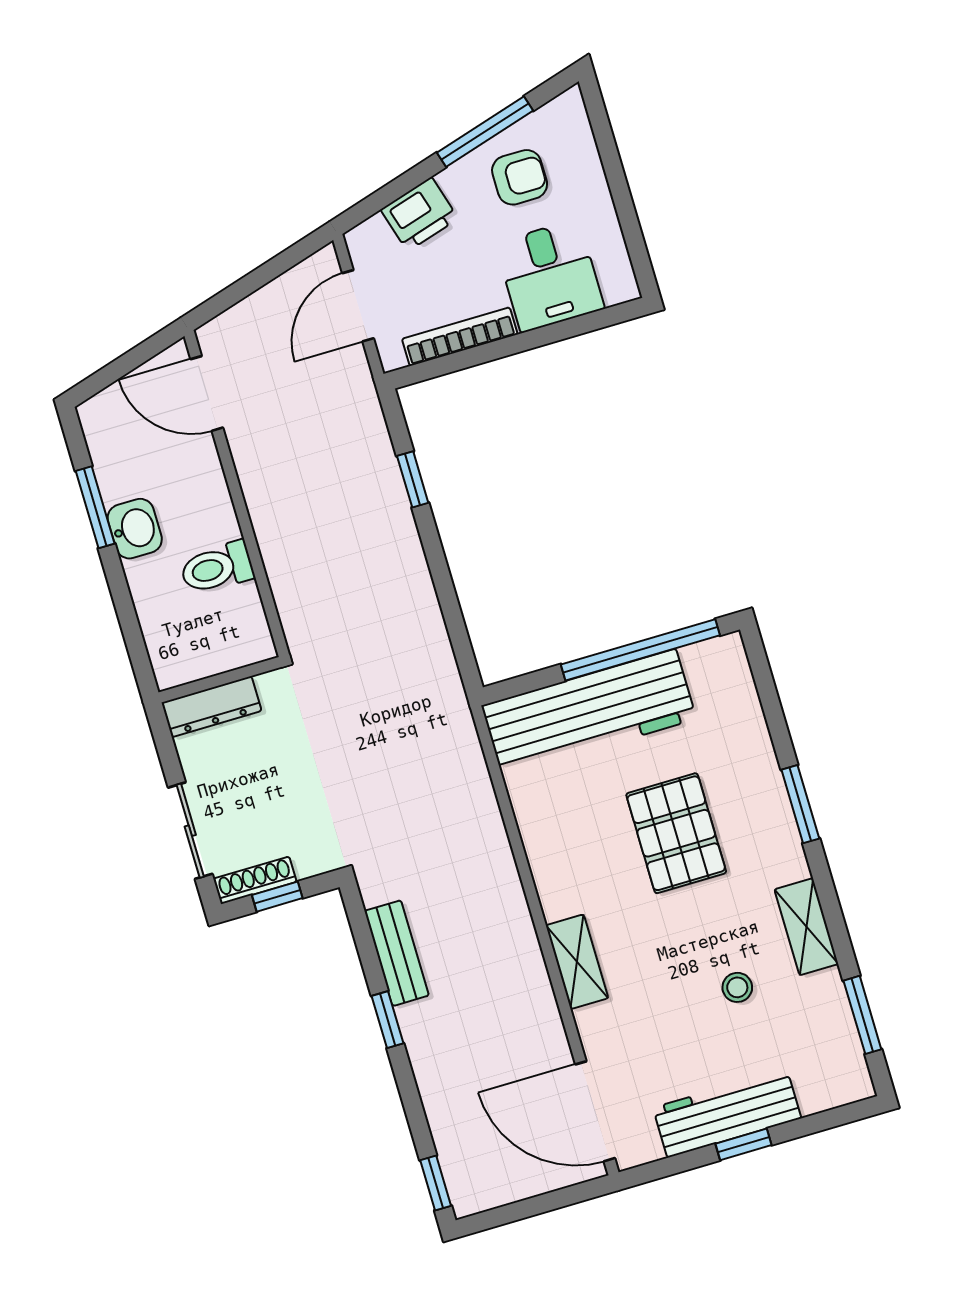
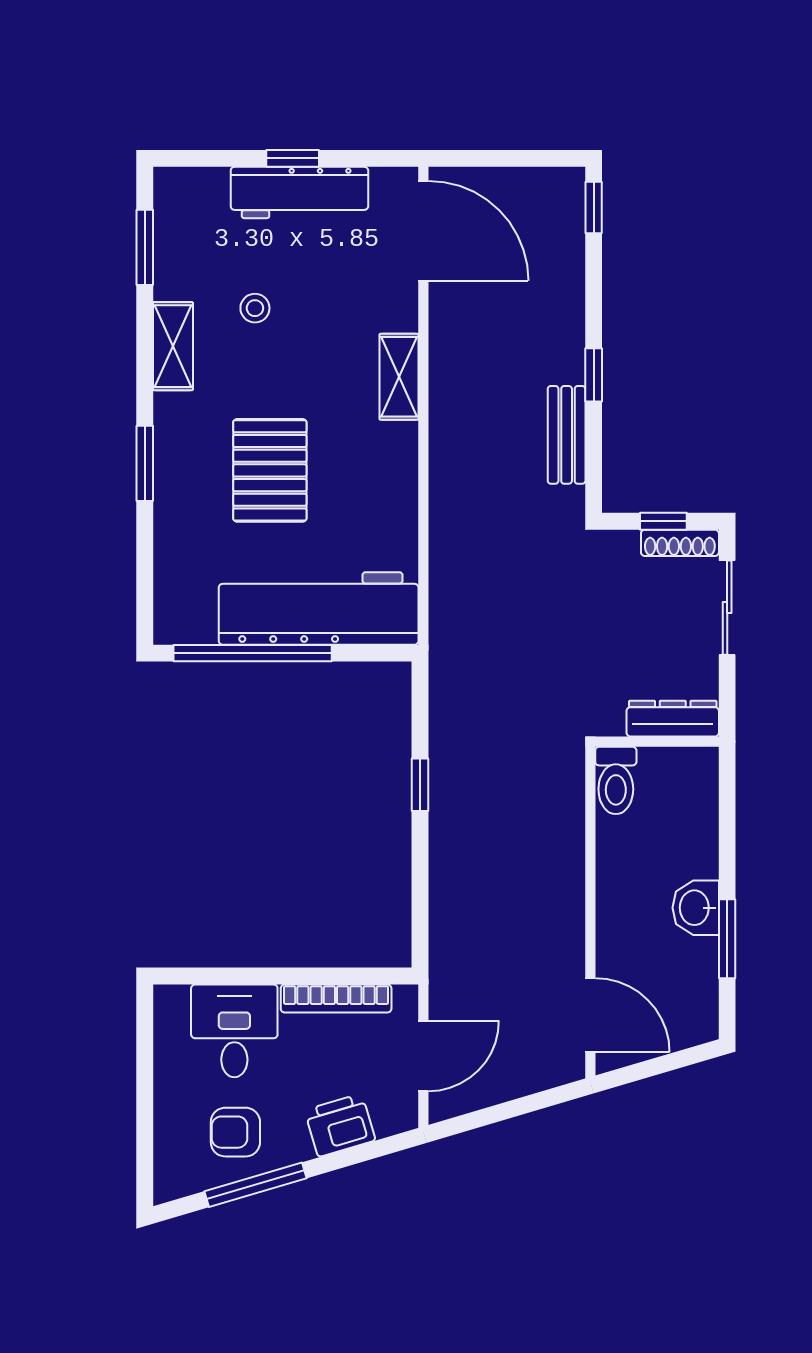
window: (413, 479) -> (420, 785), moved
toilet: (217, 568) -> (616, 780), moved, turned 90

